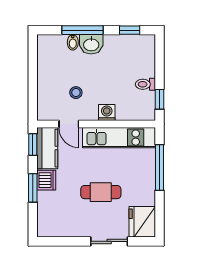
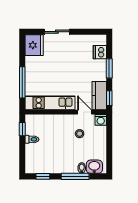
washbasin: (91, 44) -> (94, 167), moved
washing machine: (107, 113) -> (101, 120), moved
dishwasher: (46, 180) -> (100, 52), moved
cafe table: (101, 192) -> (63, 65), removed

